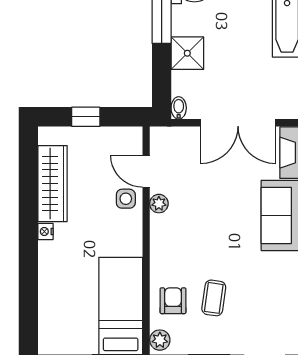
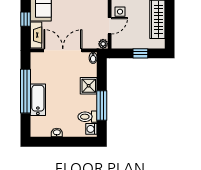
door: (146, 171) -> (110, 26), hinge flipped
plant: (159, 204) -> (103, 44), moved

